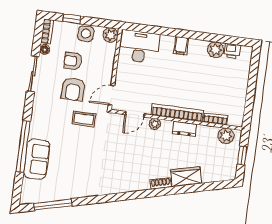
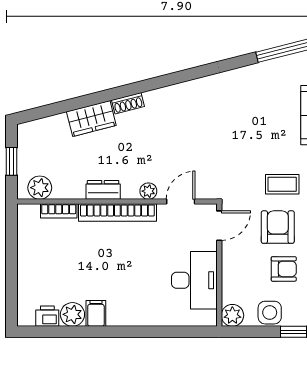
filing cabinet: (181, 46) -> (96, 313), moved
desk: (139, 47) -> (194, 280), moved, turned -90
coffee table: (84, 119) -> (282, 184), moved

